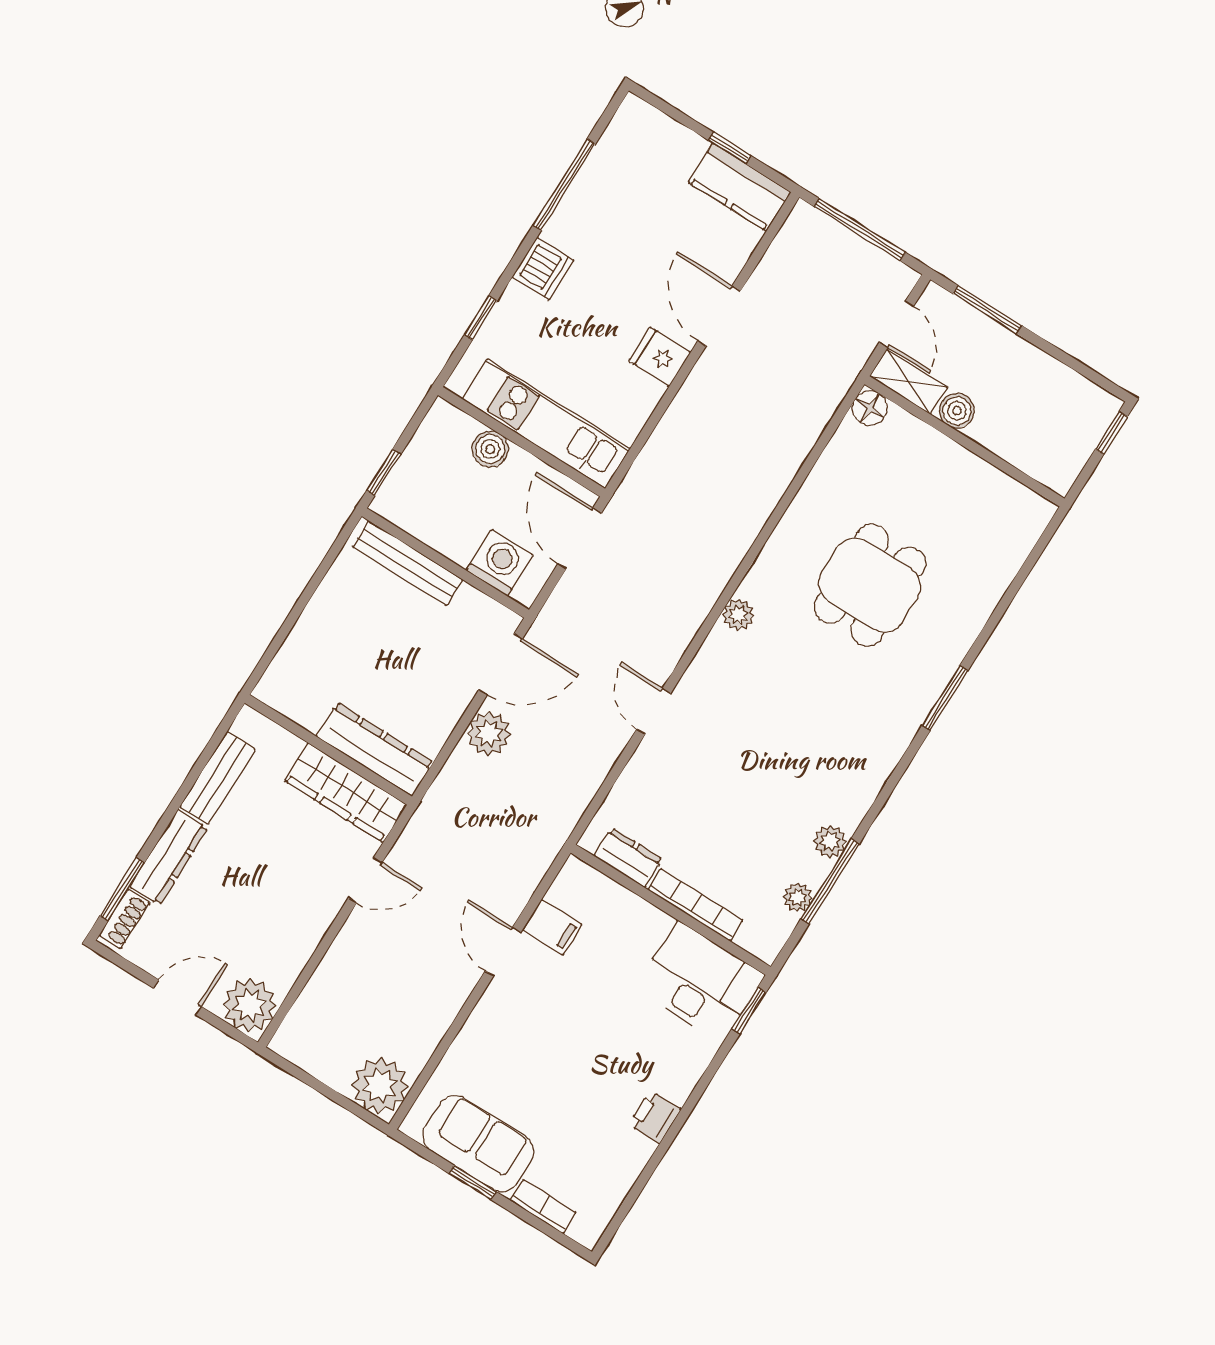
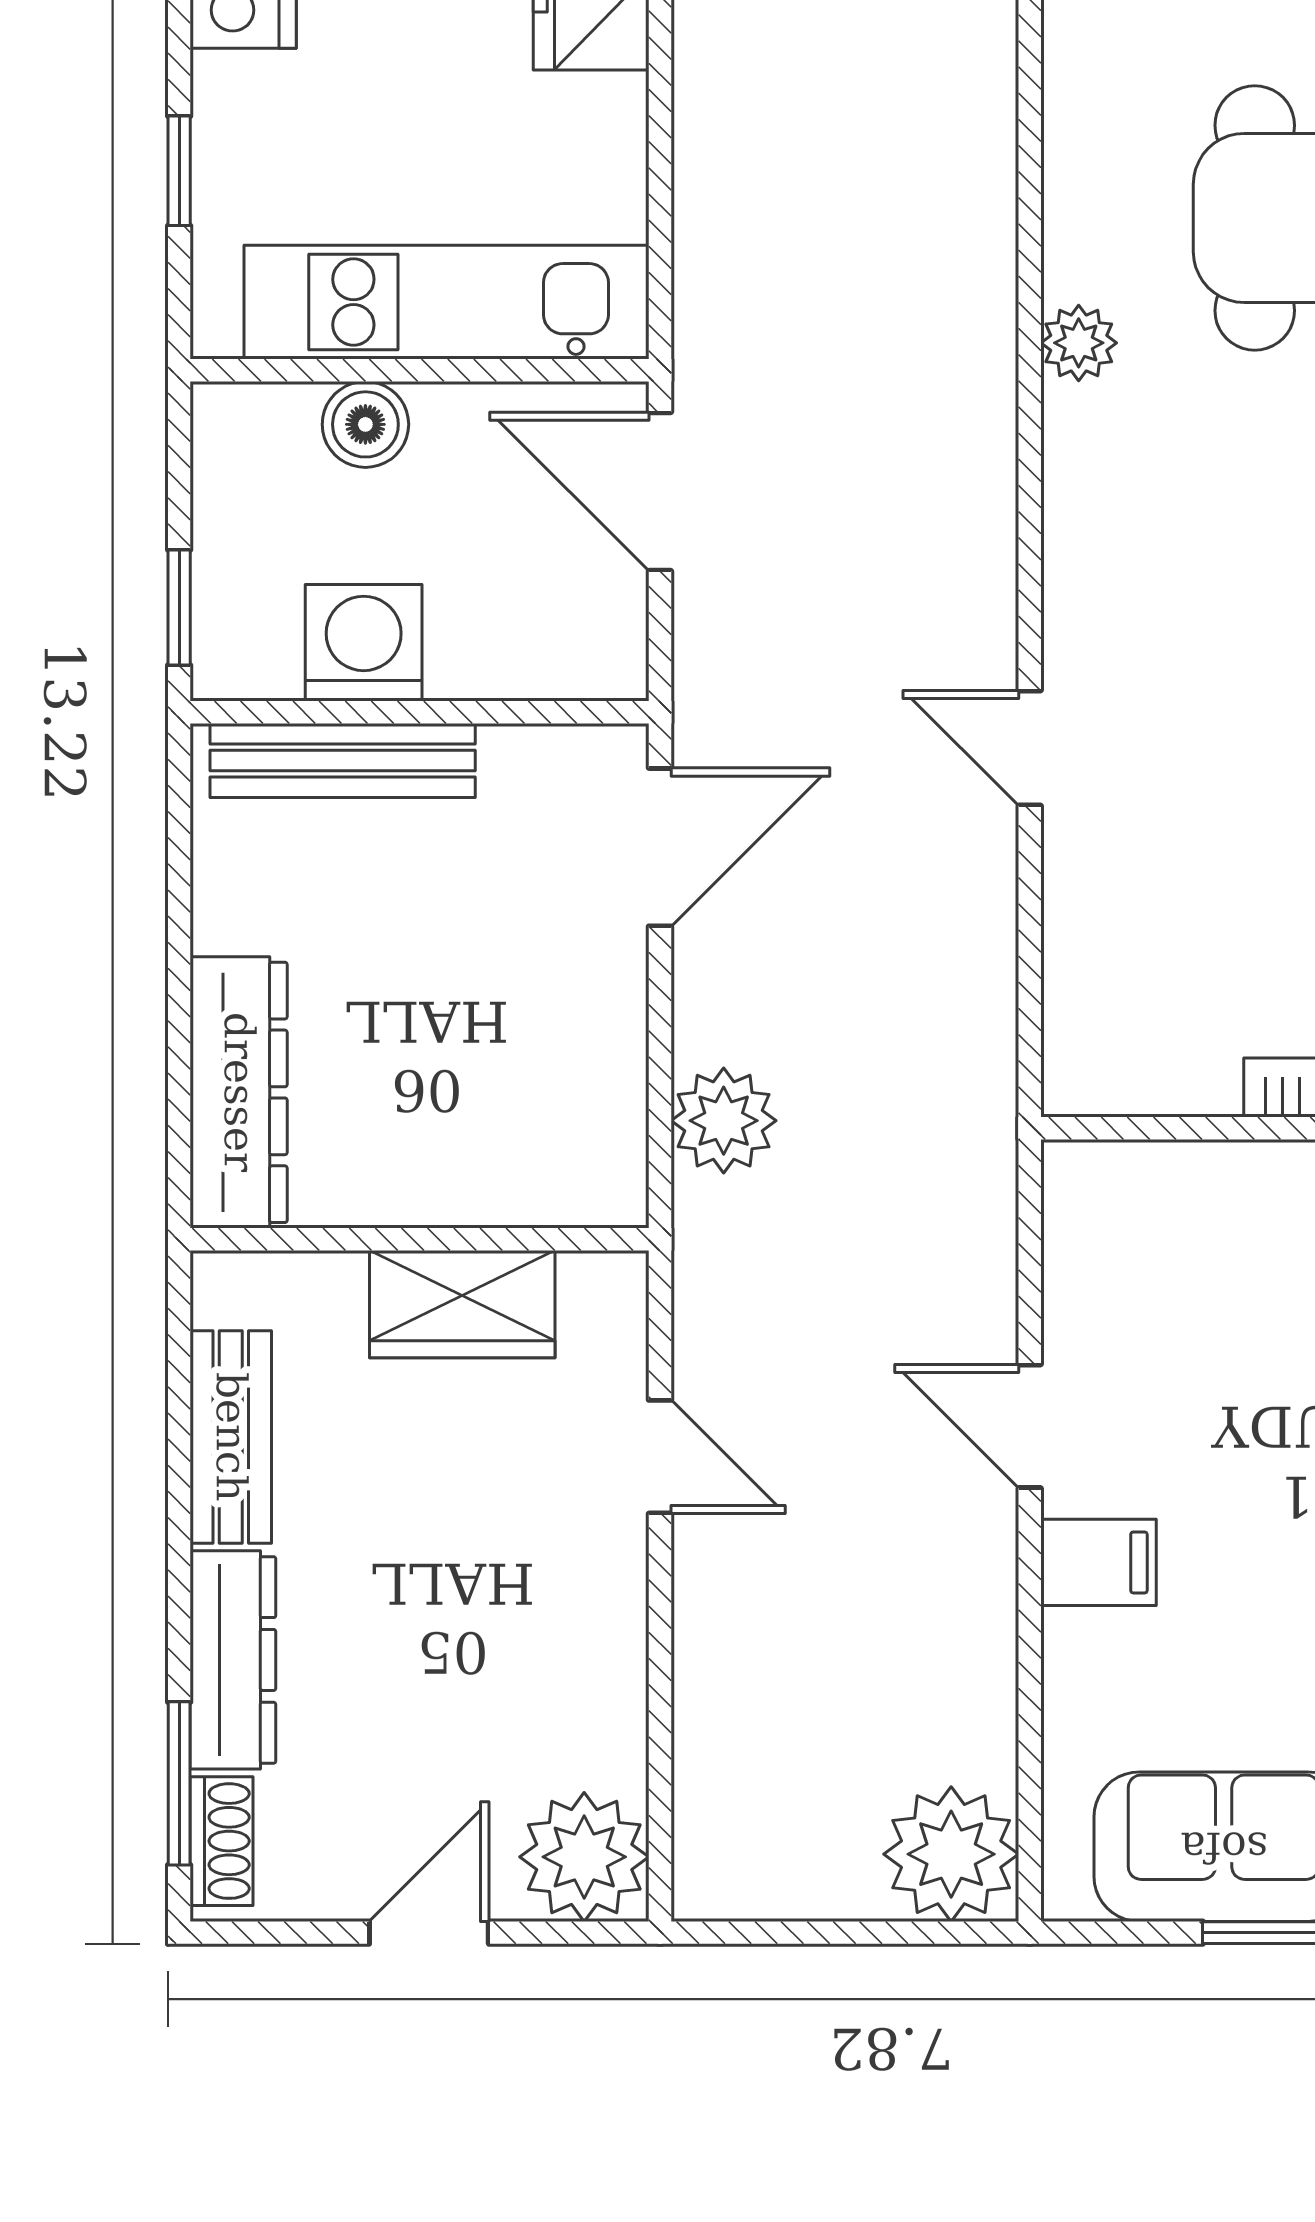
washing machine: (500, 563) -> (364, 643), moved
plant: (738, 615) -> (1079, 343), moved
plant: (489, 734) -> (724, 1121), moved
dresser: (375, 749) -> (239, 1092), moved, turned 90
wardrobe: (346, 793) -> (462, 1304), width x0.67
dresser: (628, 858) -> (1164, 1077), removed
door: (365, 880) -> (660, 1457), hinge flipped
filing cabinet: (552, 927) -> (1099, 1562), moved

